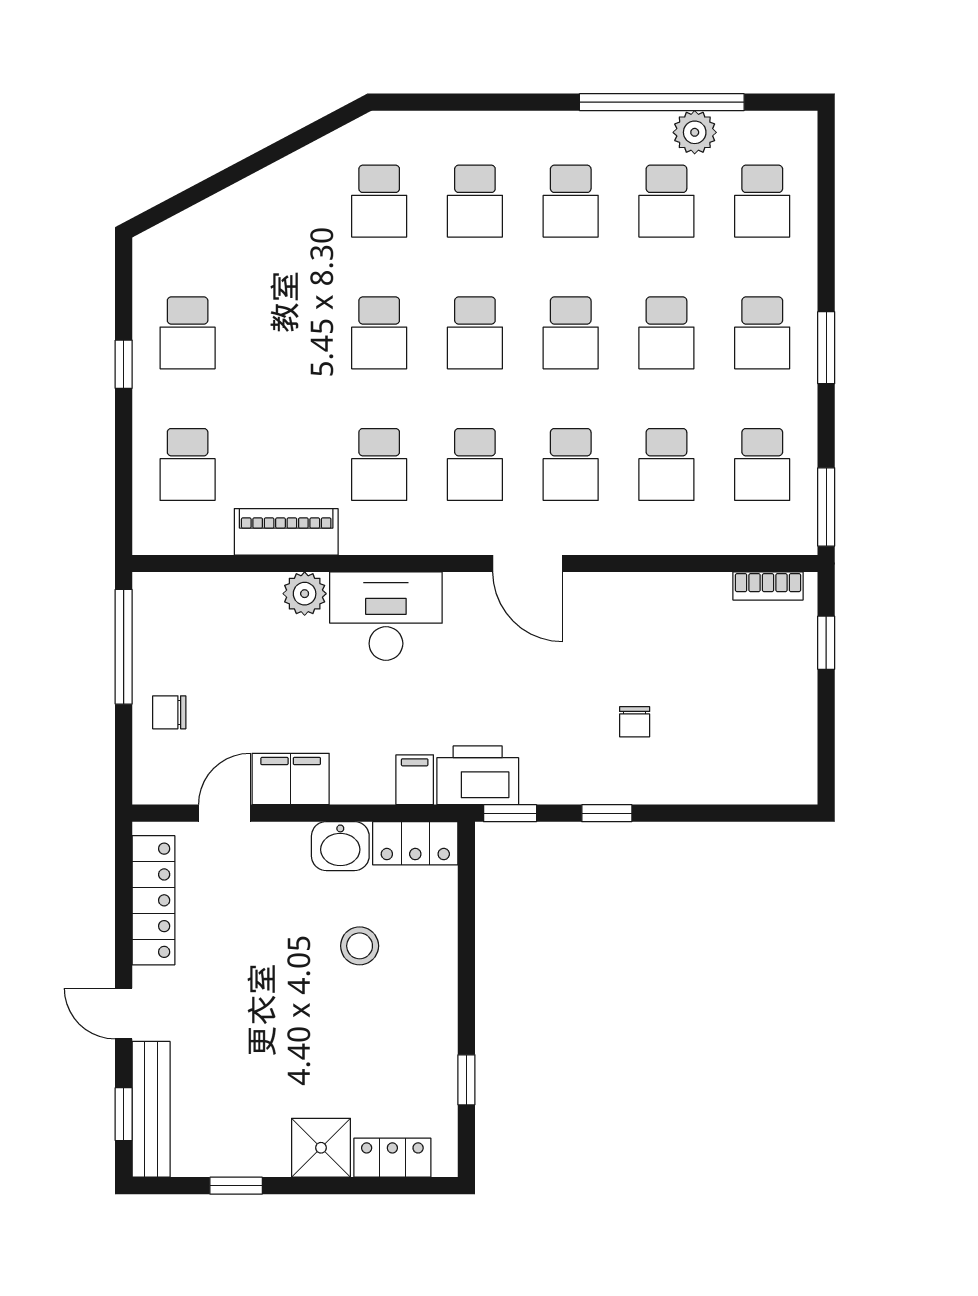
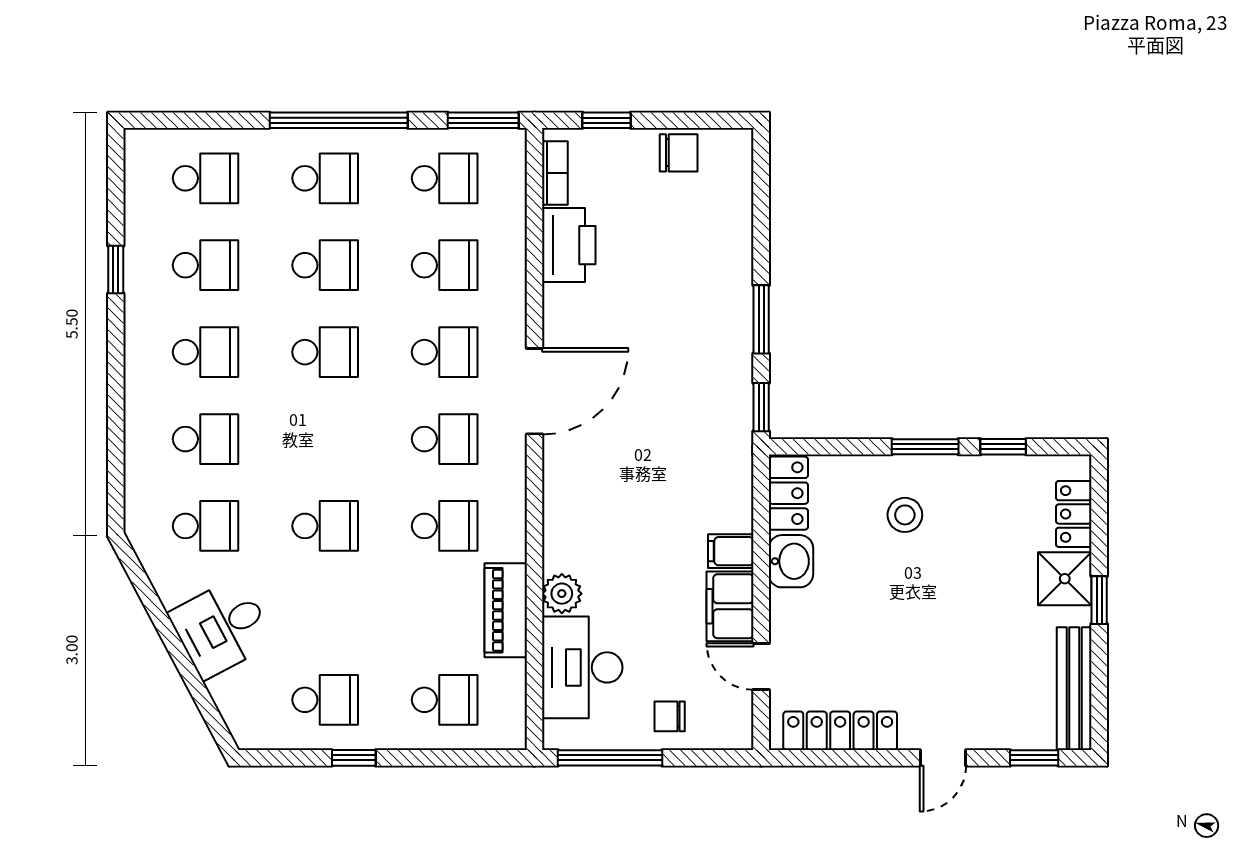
window: (662, 102) -> (116, 269), width x0.32
plant: (695, 132) -> (143, 240), removed
desk: (267, 219) -> (221, 628), added
school desk: (475, 333) -> (325, 439), removed
window: (826, 348) -> (339, 120), width x2.11
door: (528, 563) -> (534, 391), width x1.36
desk: (386, 616) -> (582, 667), moved
chair: (169, 712) -> (670, 716), turned 90
chair: (635, 722) -> (679, 153), moved, width x1.37, depth x1.37
printer: (478, 775) -> (569, 245), moved, turned 180
filing cabinet: (415, 780) -> (731, 551), moved
window: (607, 813) -> (761, 319), width x1.50
stool: (360, 946) -> (905, 515), moved
window: (466, 994) -> (925, 447), added
bench: (151, 1109) -> (1074, 689), moved, turned 90
window: (236, 1186) -> (1099, 600), moved

